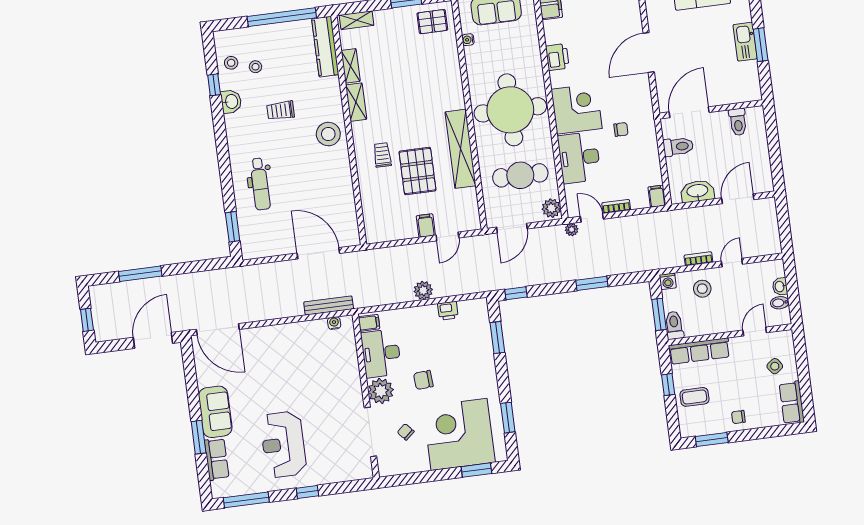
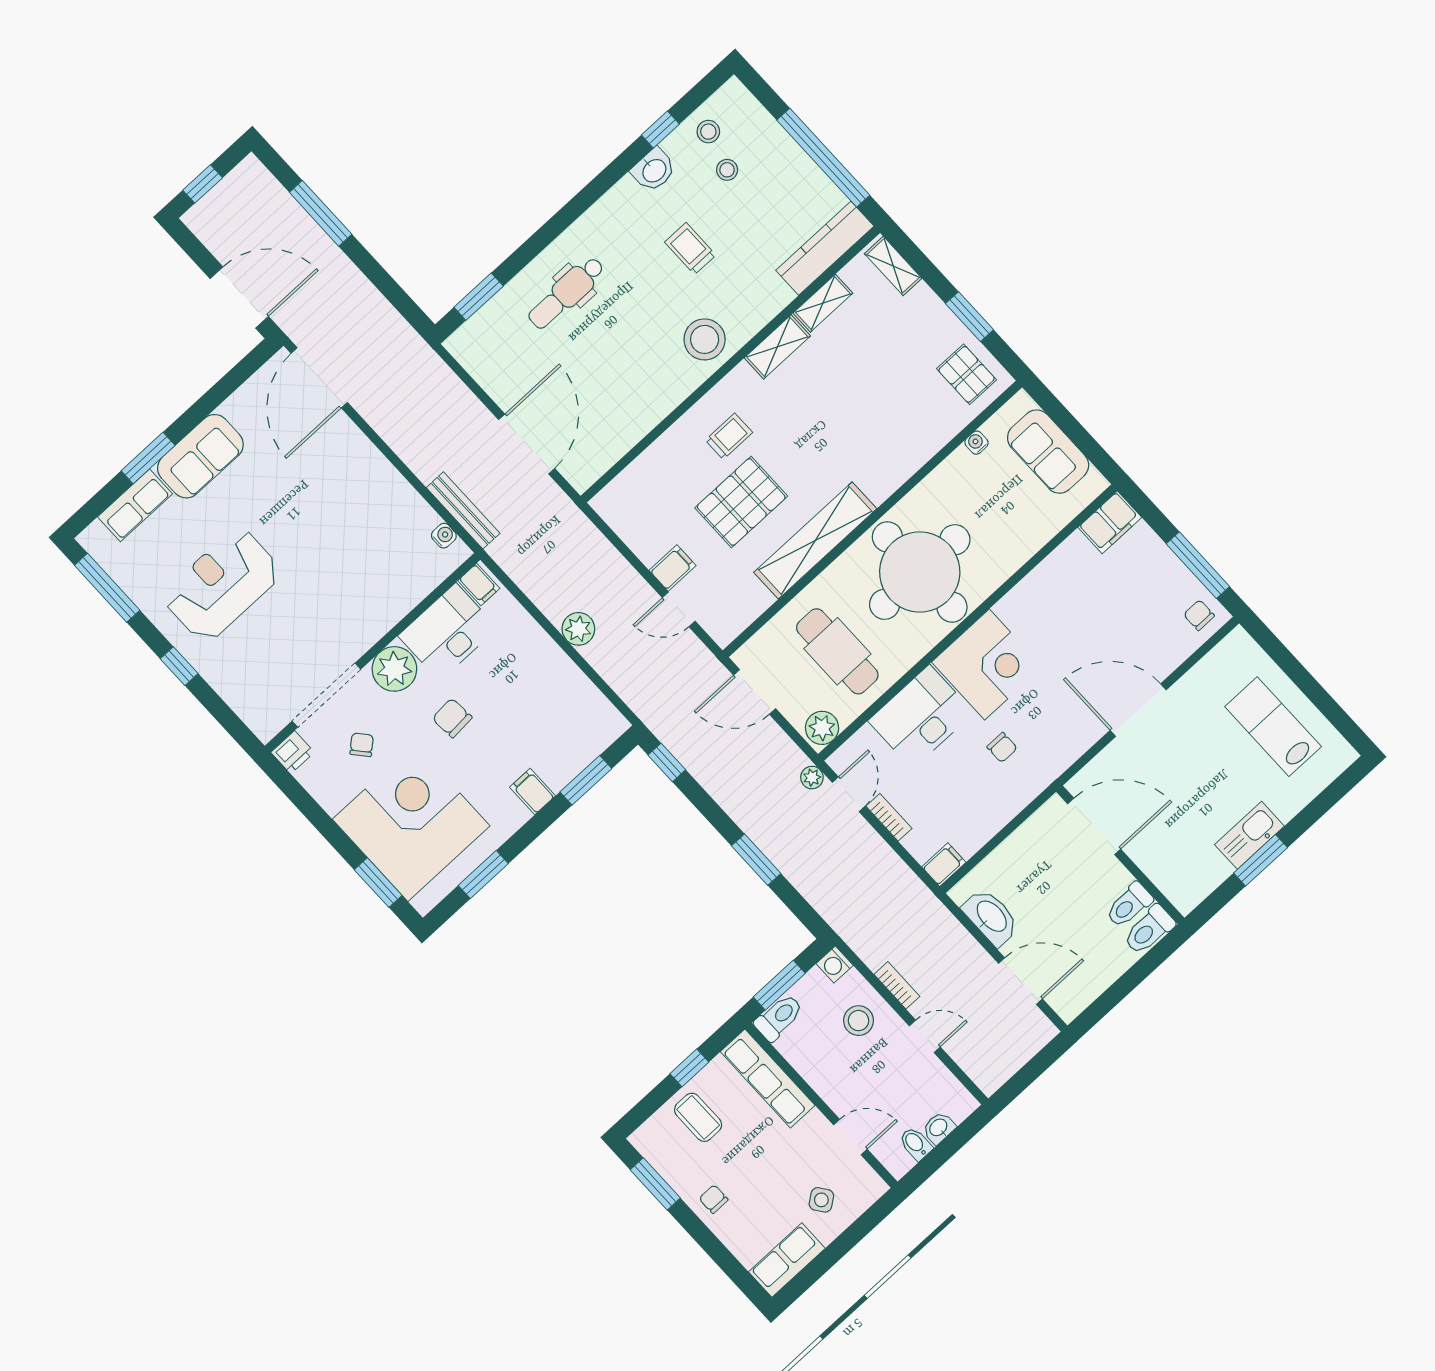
printer: (557, 57) -> (1041, 586), removed
toilet: (678, 147) -> (1149, 930), moved, turned 90
printer: (448, 311) -> (293, 752), moved, turned -90
filing cabinet: (485, 366) -> (533, 792), added

